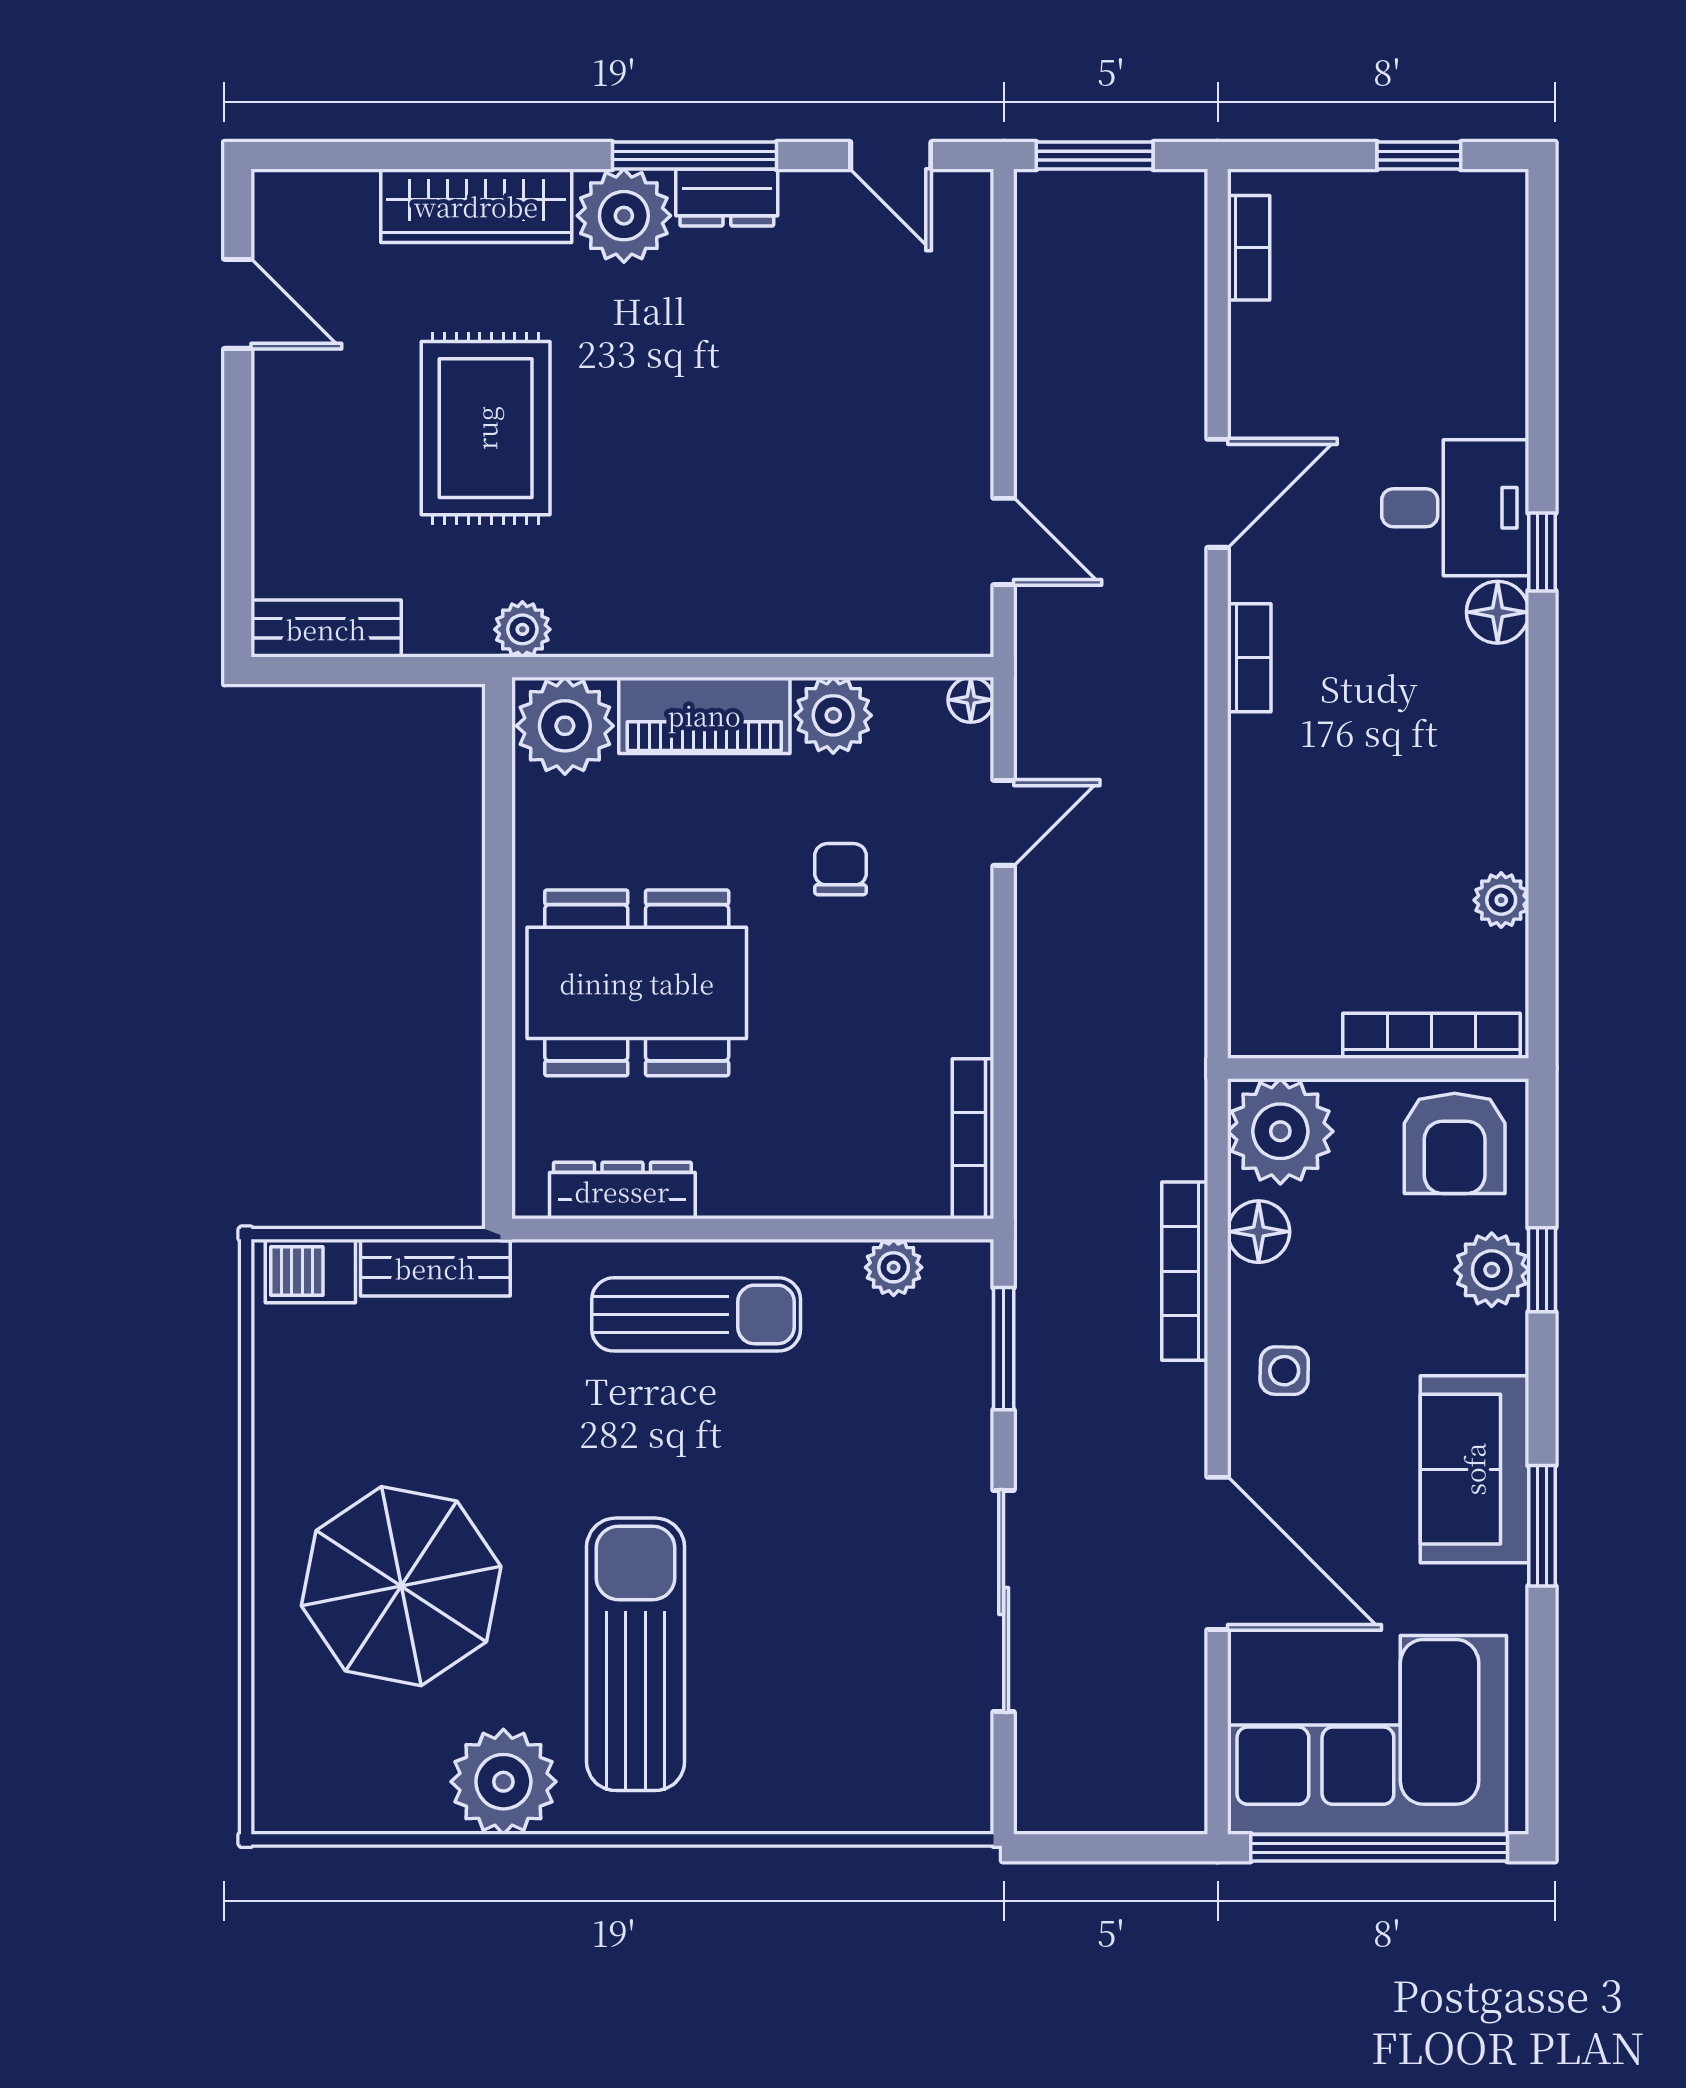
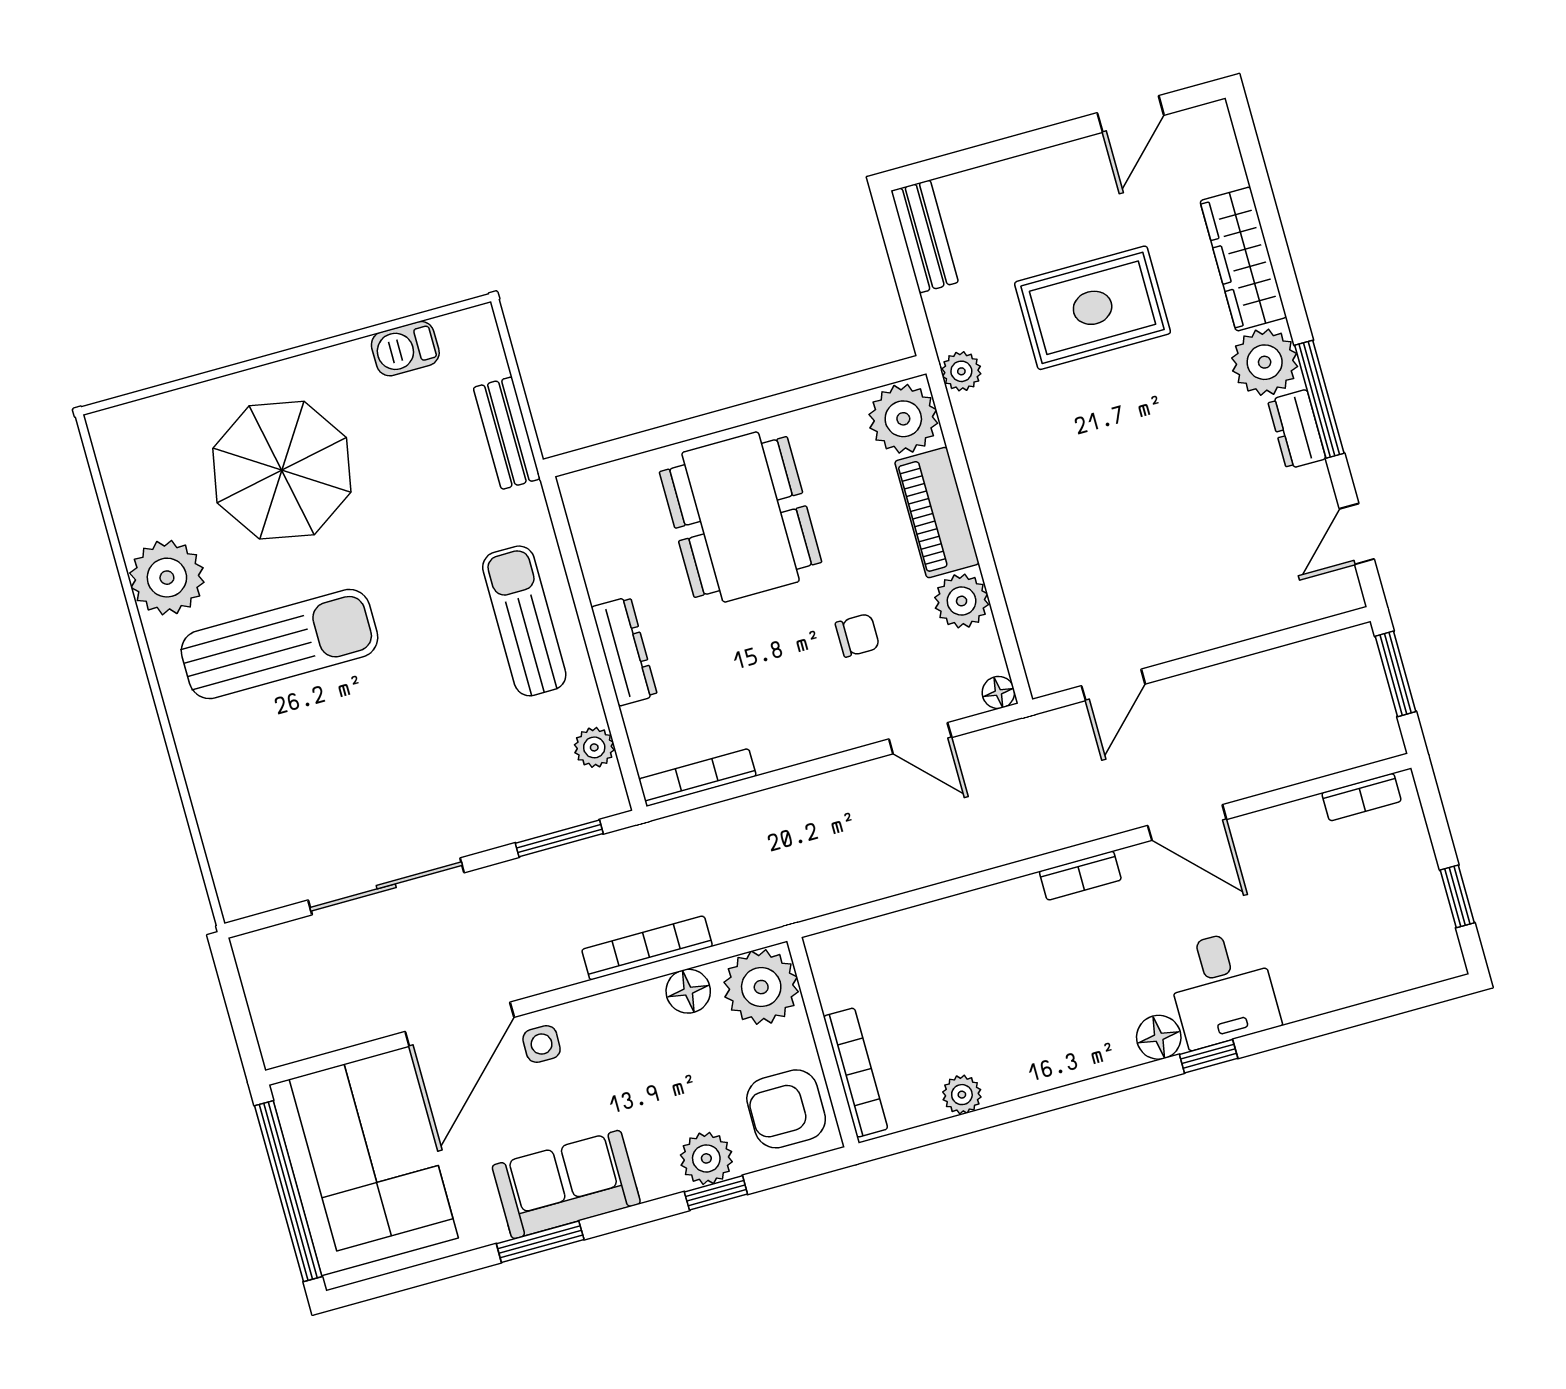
dresser: (622, 1191) -> (624, 651), moved
barbecue: (310, 1271) -> (405, 349), moved, turned -90
sun lounger: (696, 1314) -> (524, 621), turned 180
side table: (1284, 1371) -> (542, 1044), moved

